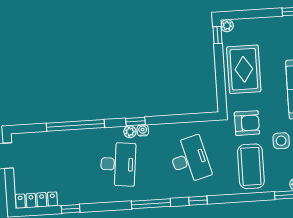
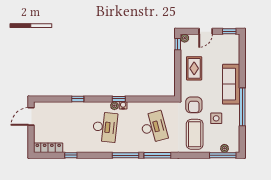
door: (257, 14) -> (206, 31), added
rug: (244, 69) -> (194, 68), width x0.73, depth x0.70
armchair: (247, 123) -> (194, 105), turned 90
window: (75, 125) -> (78, 99), width x0.32
window: (198, 201) -> (157, 155), width x2.17

